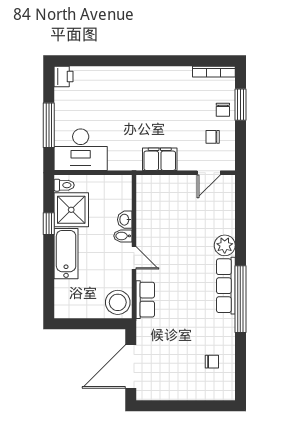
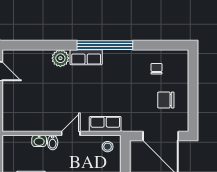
row of seats: (226, 286) -> (86, 57), width x0.68
stool: (118, 302) -> (108, 147), width x0.53, depth x0.53
chair: (174, 373) -> (166, 100), added

